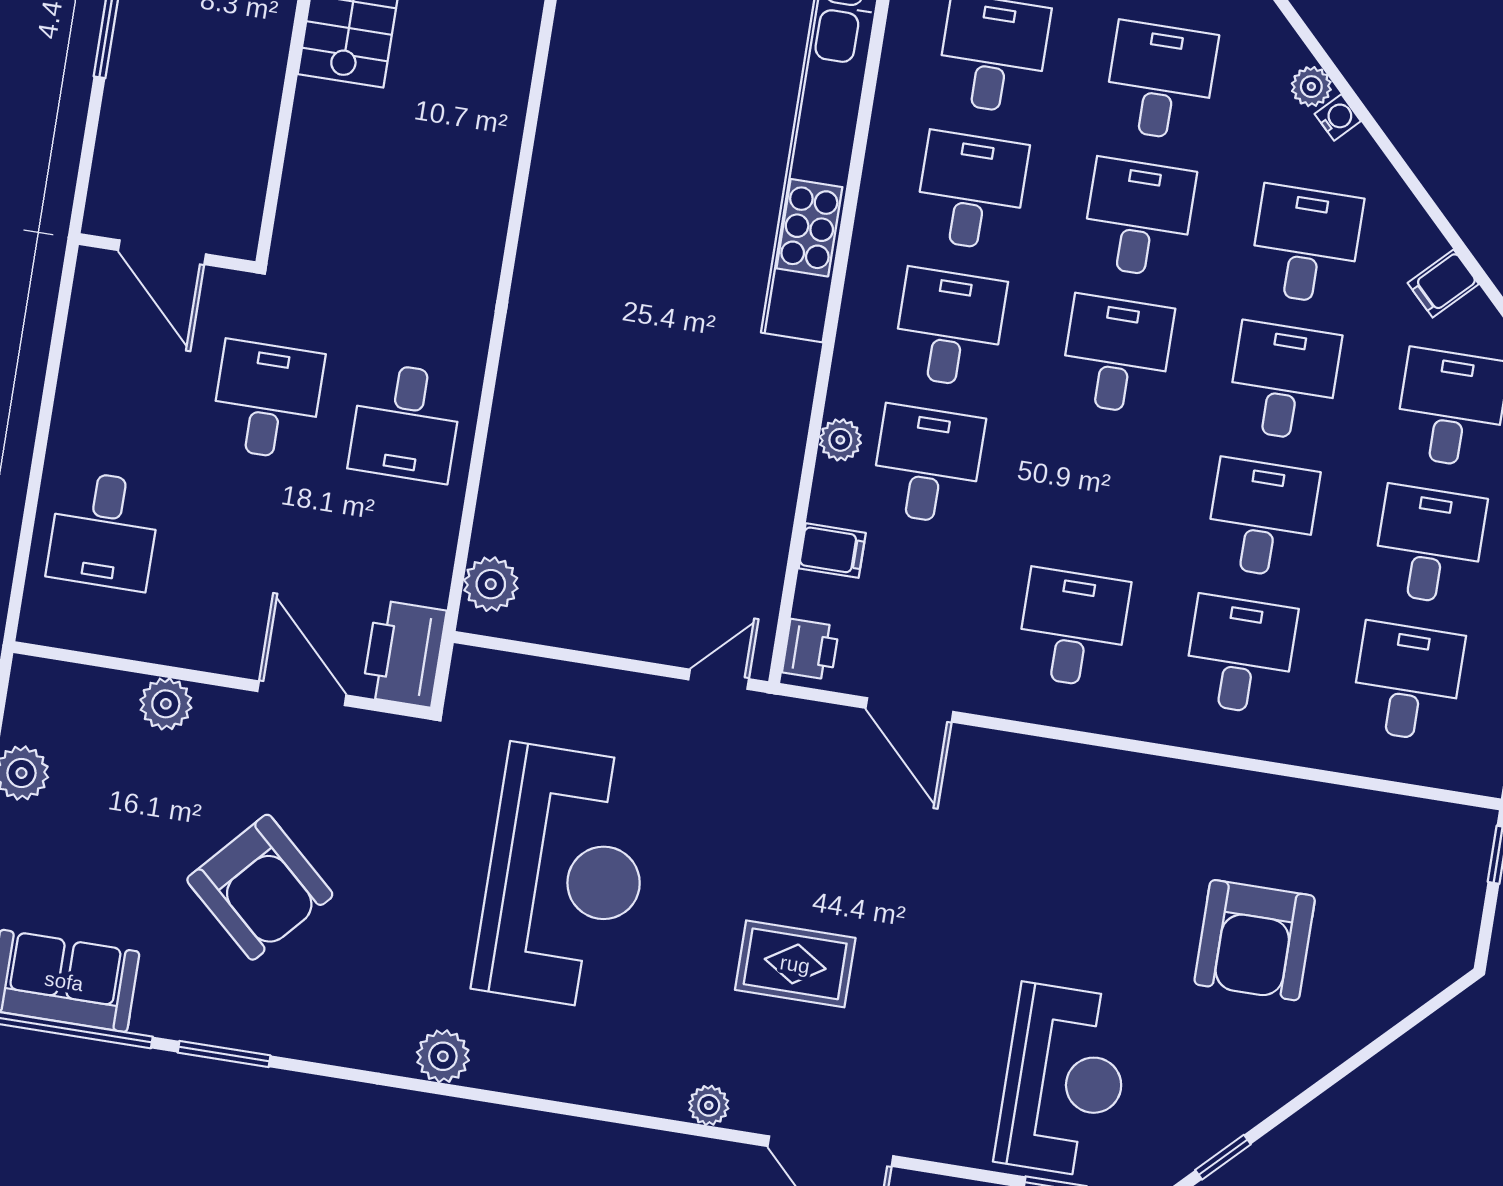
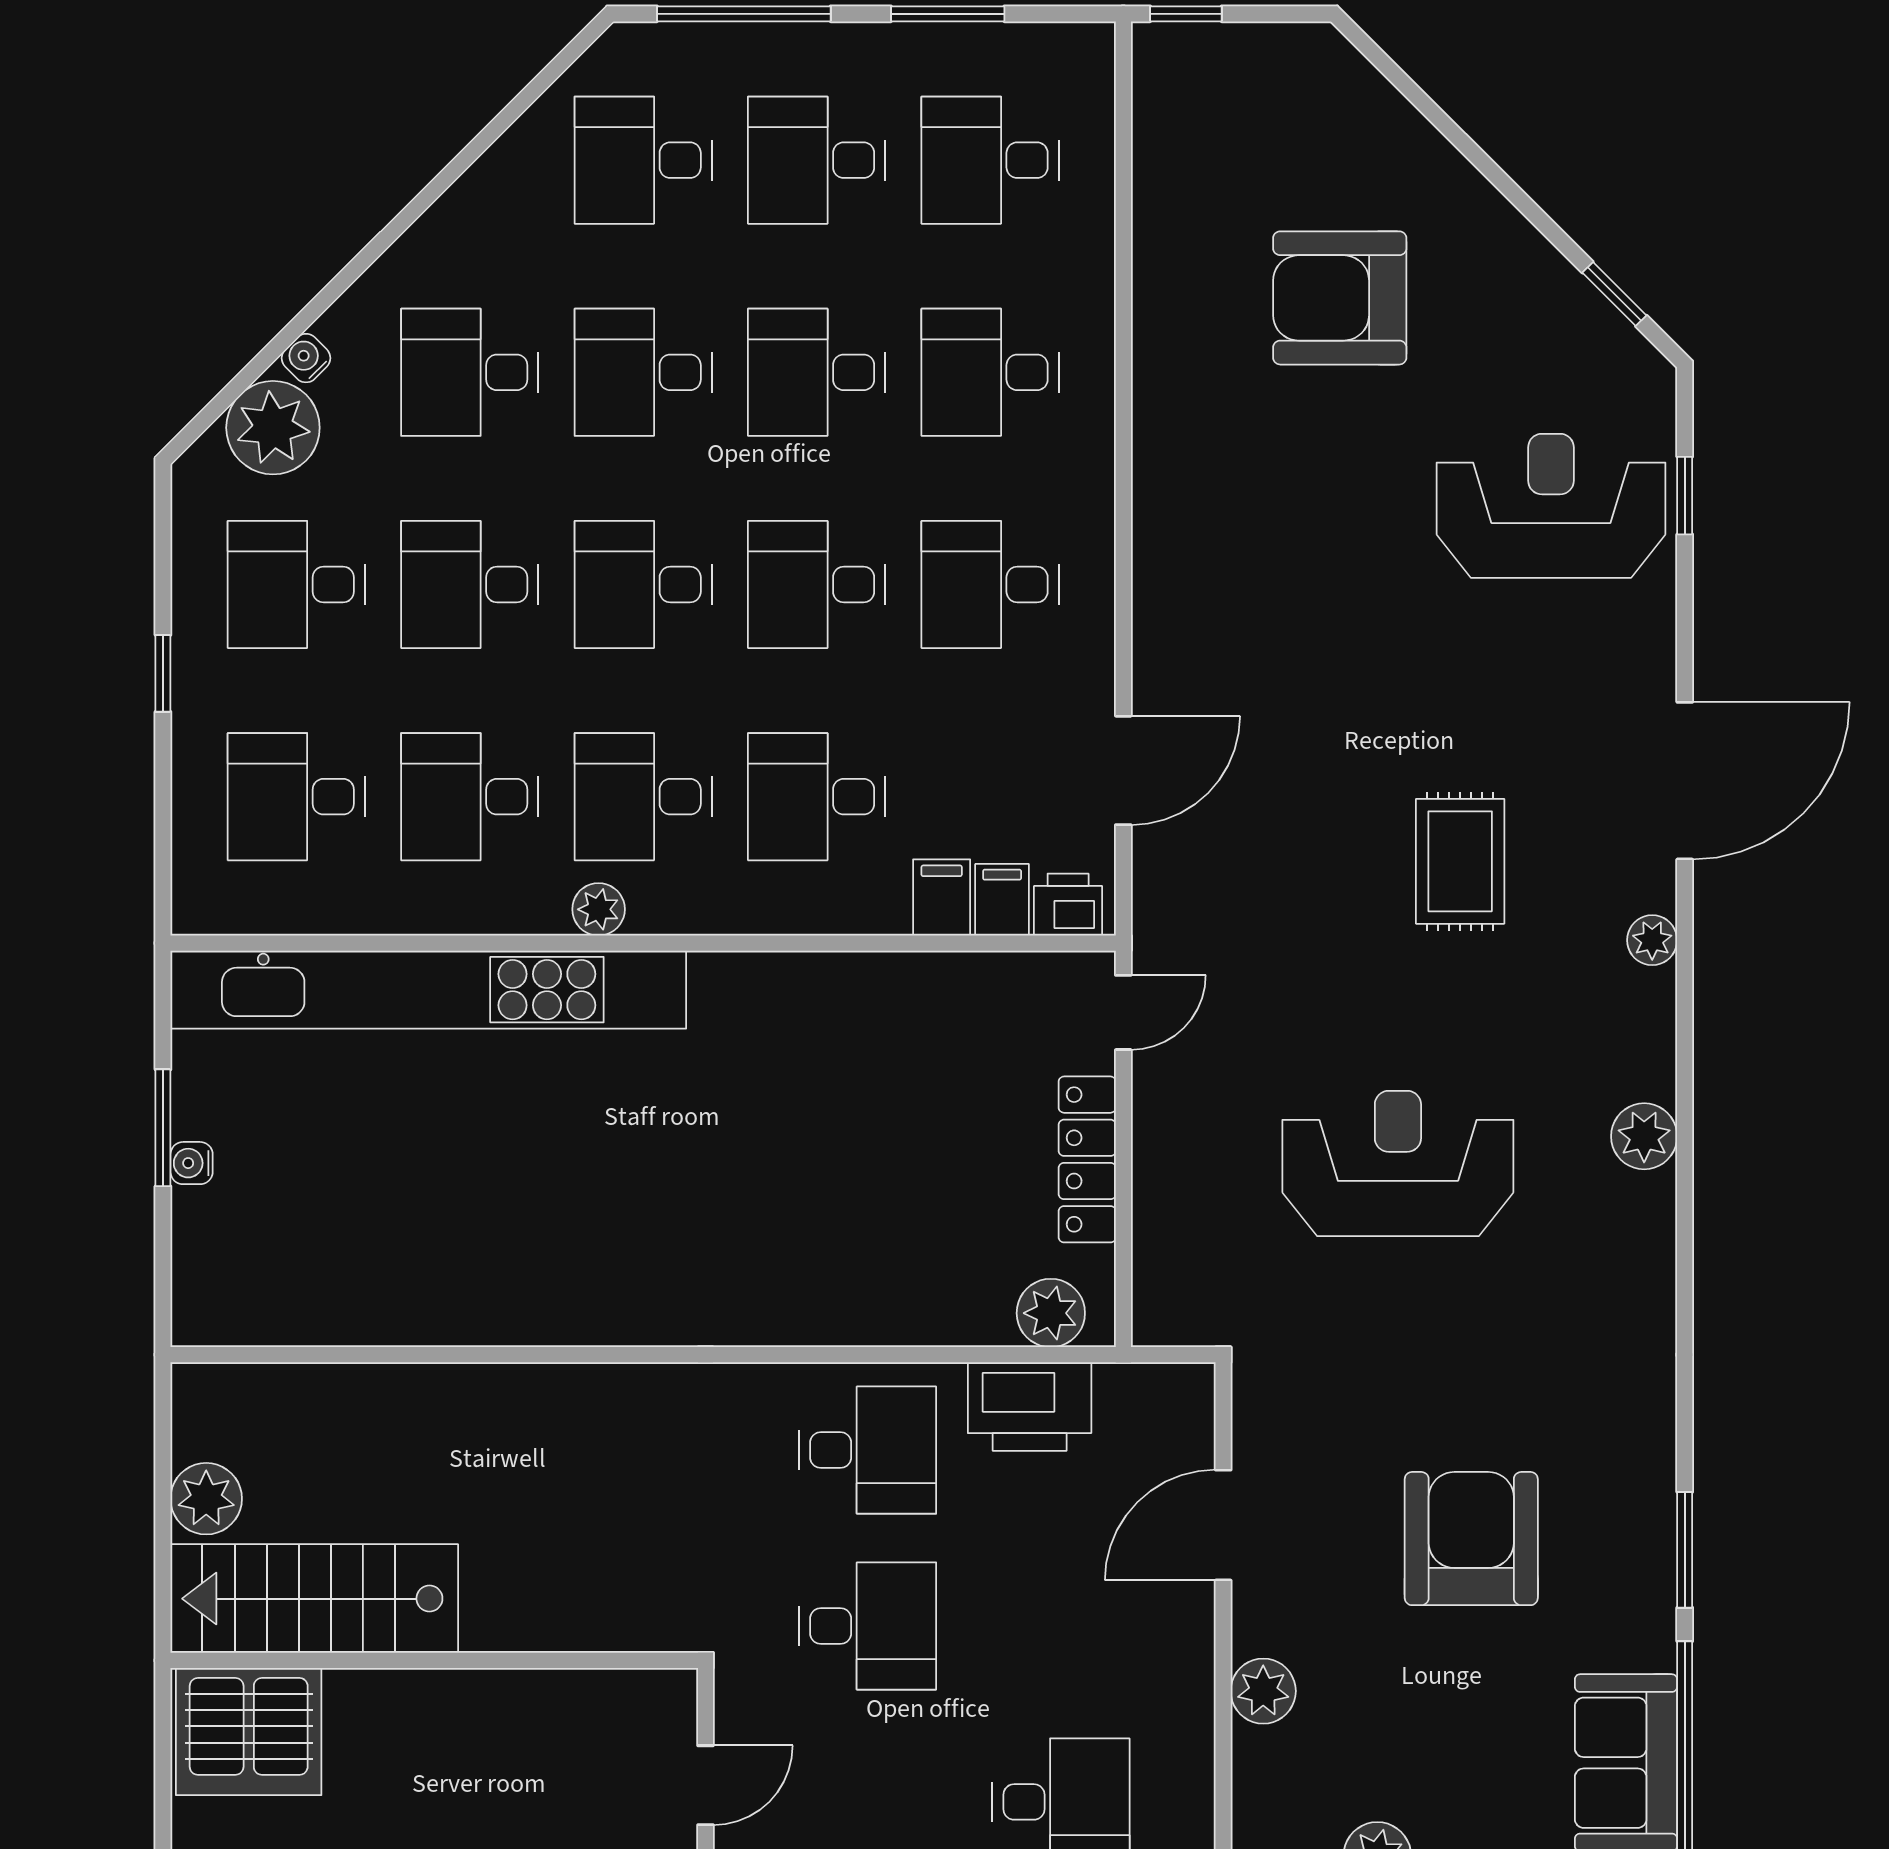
plant: (1311, 87) -> (273, 428), width x1.88, depth x1.88
door: (162, 252) -> (705, 1785), width x0.73
filing cabinet: (1443, 284) -> (1002, 900), moved, turned -135
desk: (267, 400) -> (868, 1626), turned 180
plant: (840, 440) -> (599, 909), moved
desk: (1095, 491) -> (817, 585), added
locker: (607, 632) -> (1087, 1159), added
printer: (404, 654) -> (1030, 1407), moved
door: (719, 679) -> (1123, 1012), swing flipped
reception desk: (565, 877) -> (1398, 1163), width x0.74, depth x0.77
armchair: (260, 887) -> (1471, 1539), turned -42
armchair: (1255, 940) -> (1340, 298), turned 180
plant: (443, 1056) -> (1644, 1136), moved

